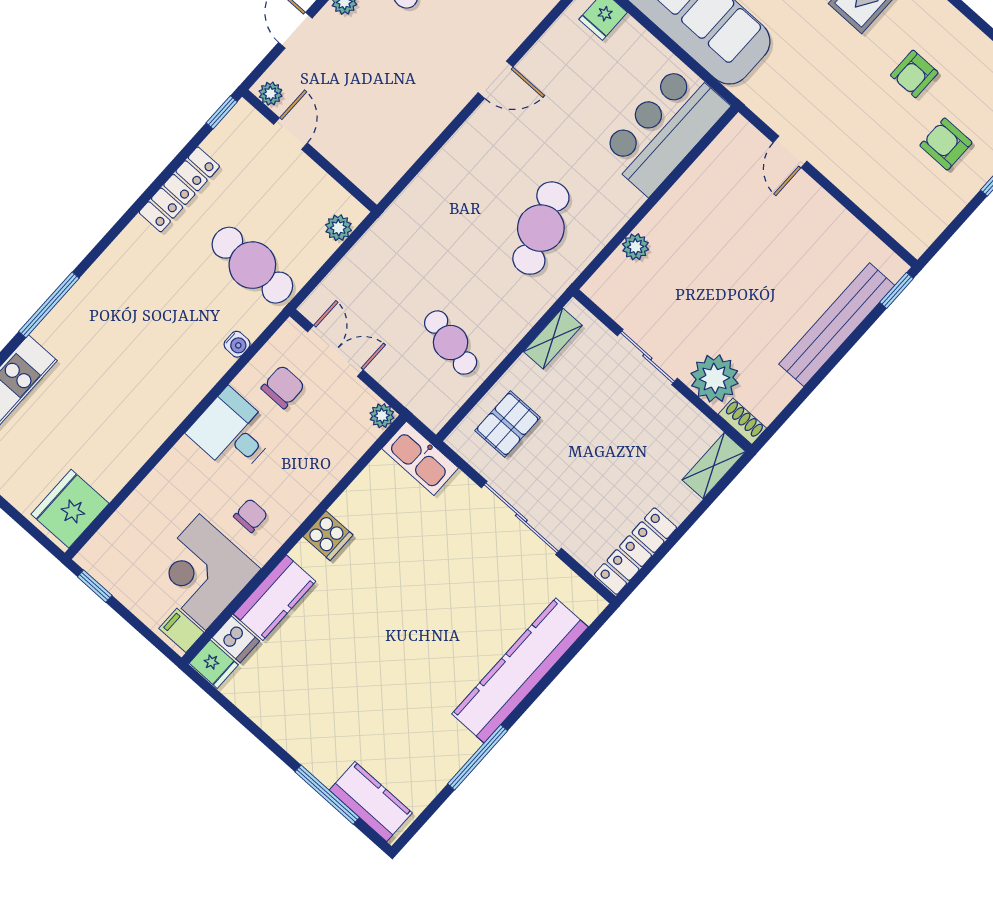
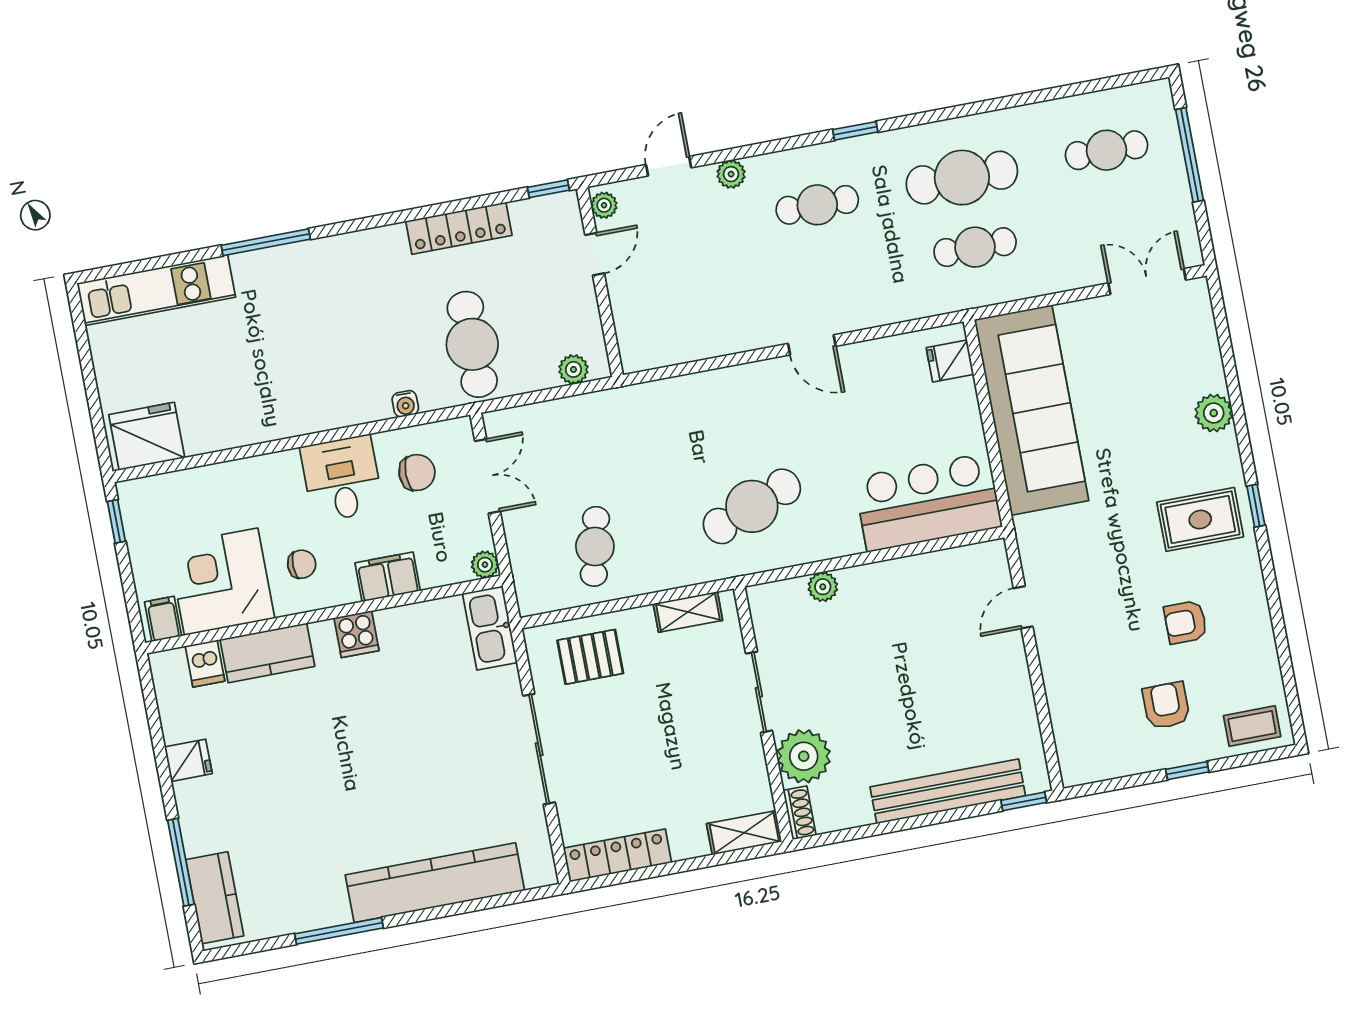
filing cabinet: (319, 478) -> (388, 577), added
fridge: (214, 664) -> (188, 760), moved, turned -90

